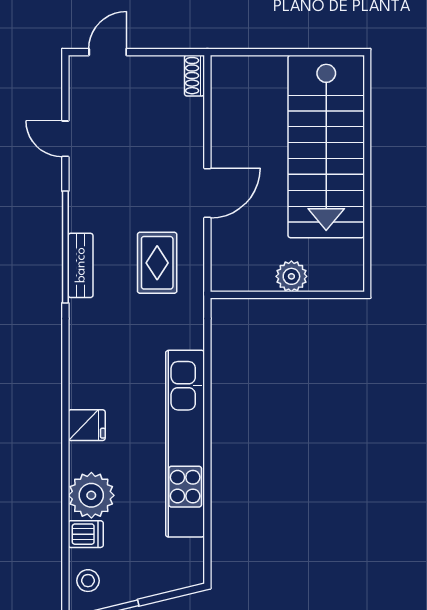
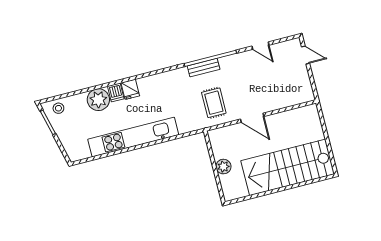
shoe rack: (194, 76) -> (305, 98), removed
door: (65, 139) -> (260, 46), swing flipped
rug: (157, 263) -> (214, 103), turned 90
dishwasher: (86, 534) -> (116, 92), moved

